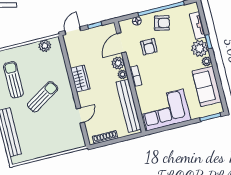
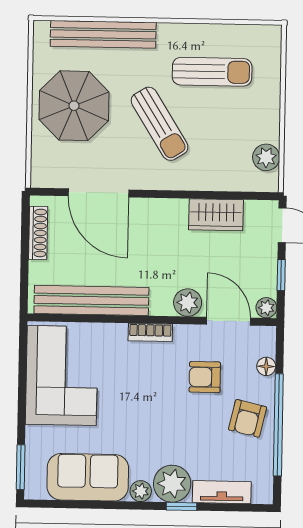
plant: (123, 74) -> (266, 308), moved
wardrobe: (80, 79) -> (216, 215), moved
door: (80, 115) -> (98, 193), width x1.88
parasol: (45, 137) -> (74, 106), added

